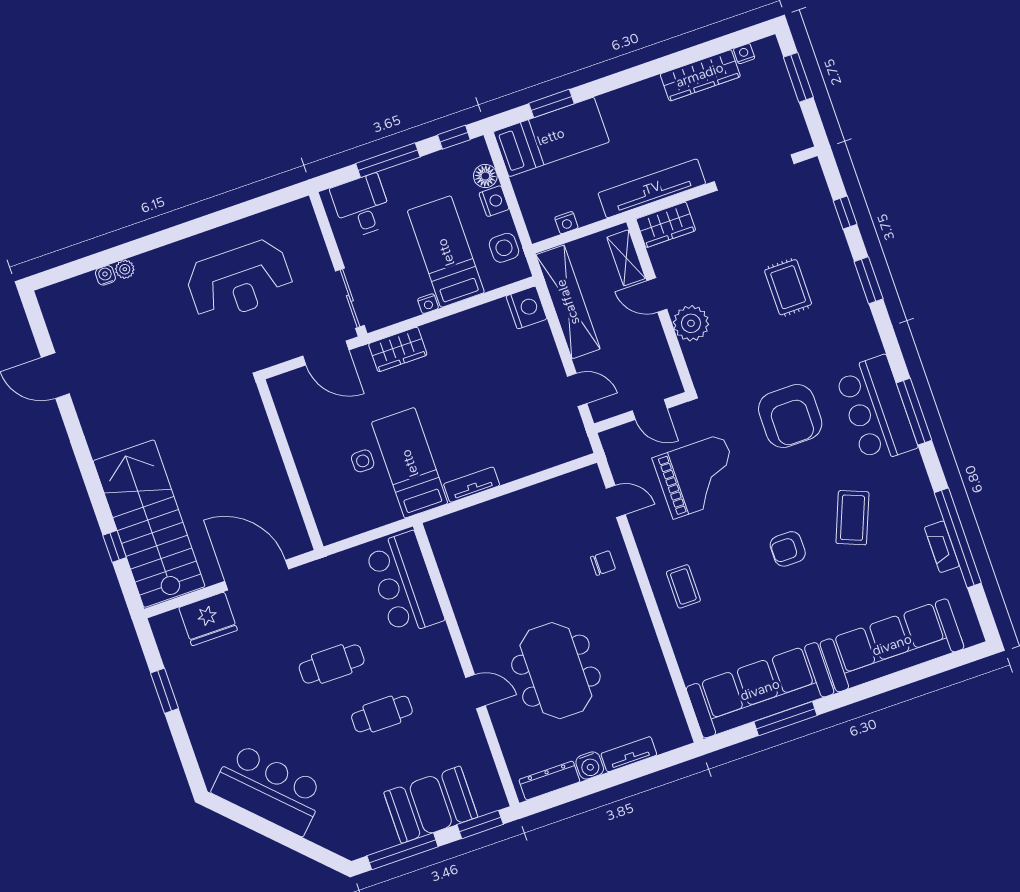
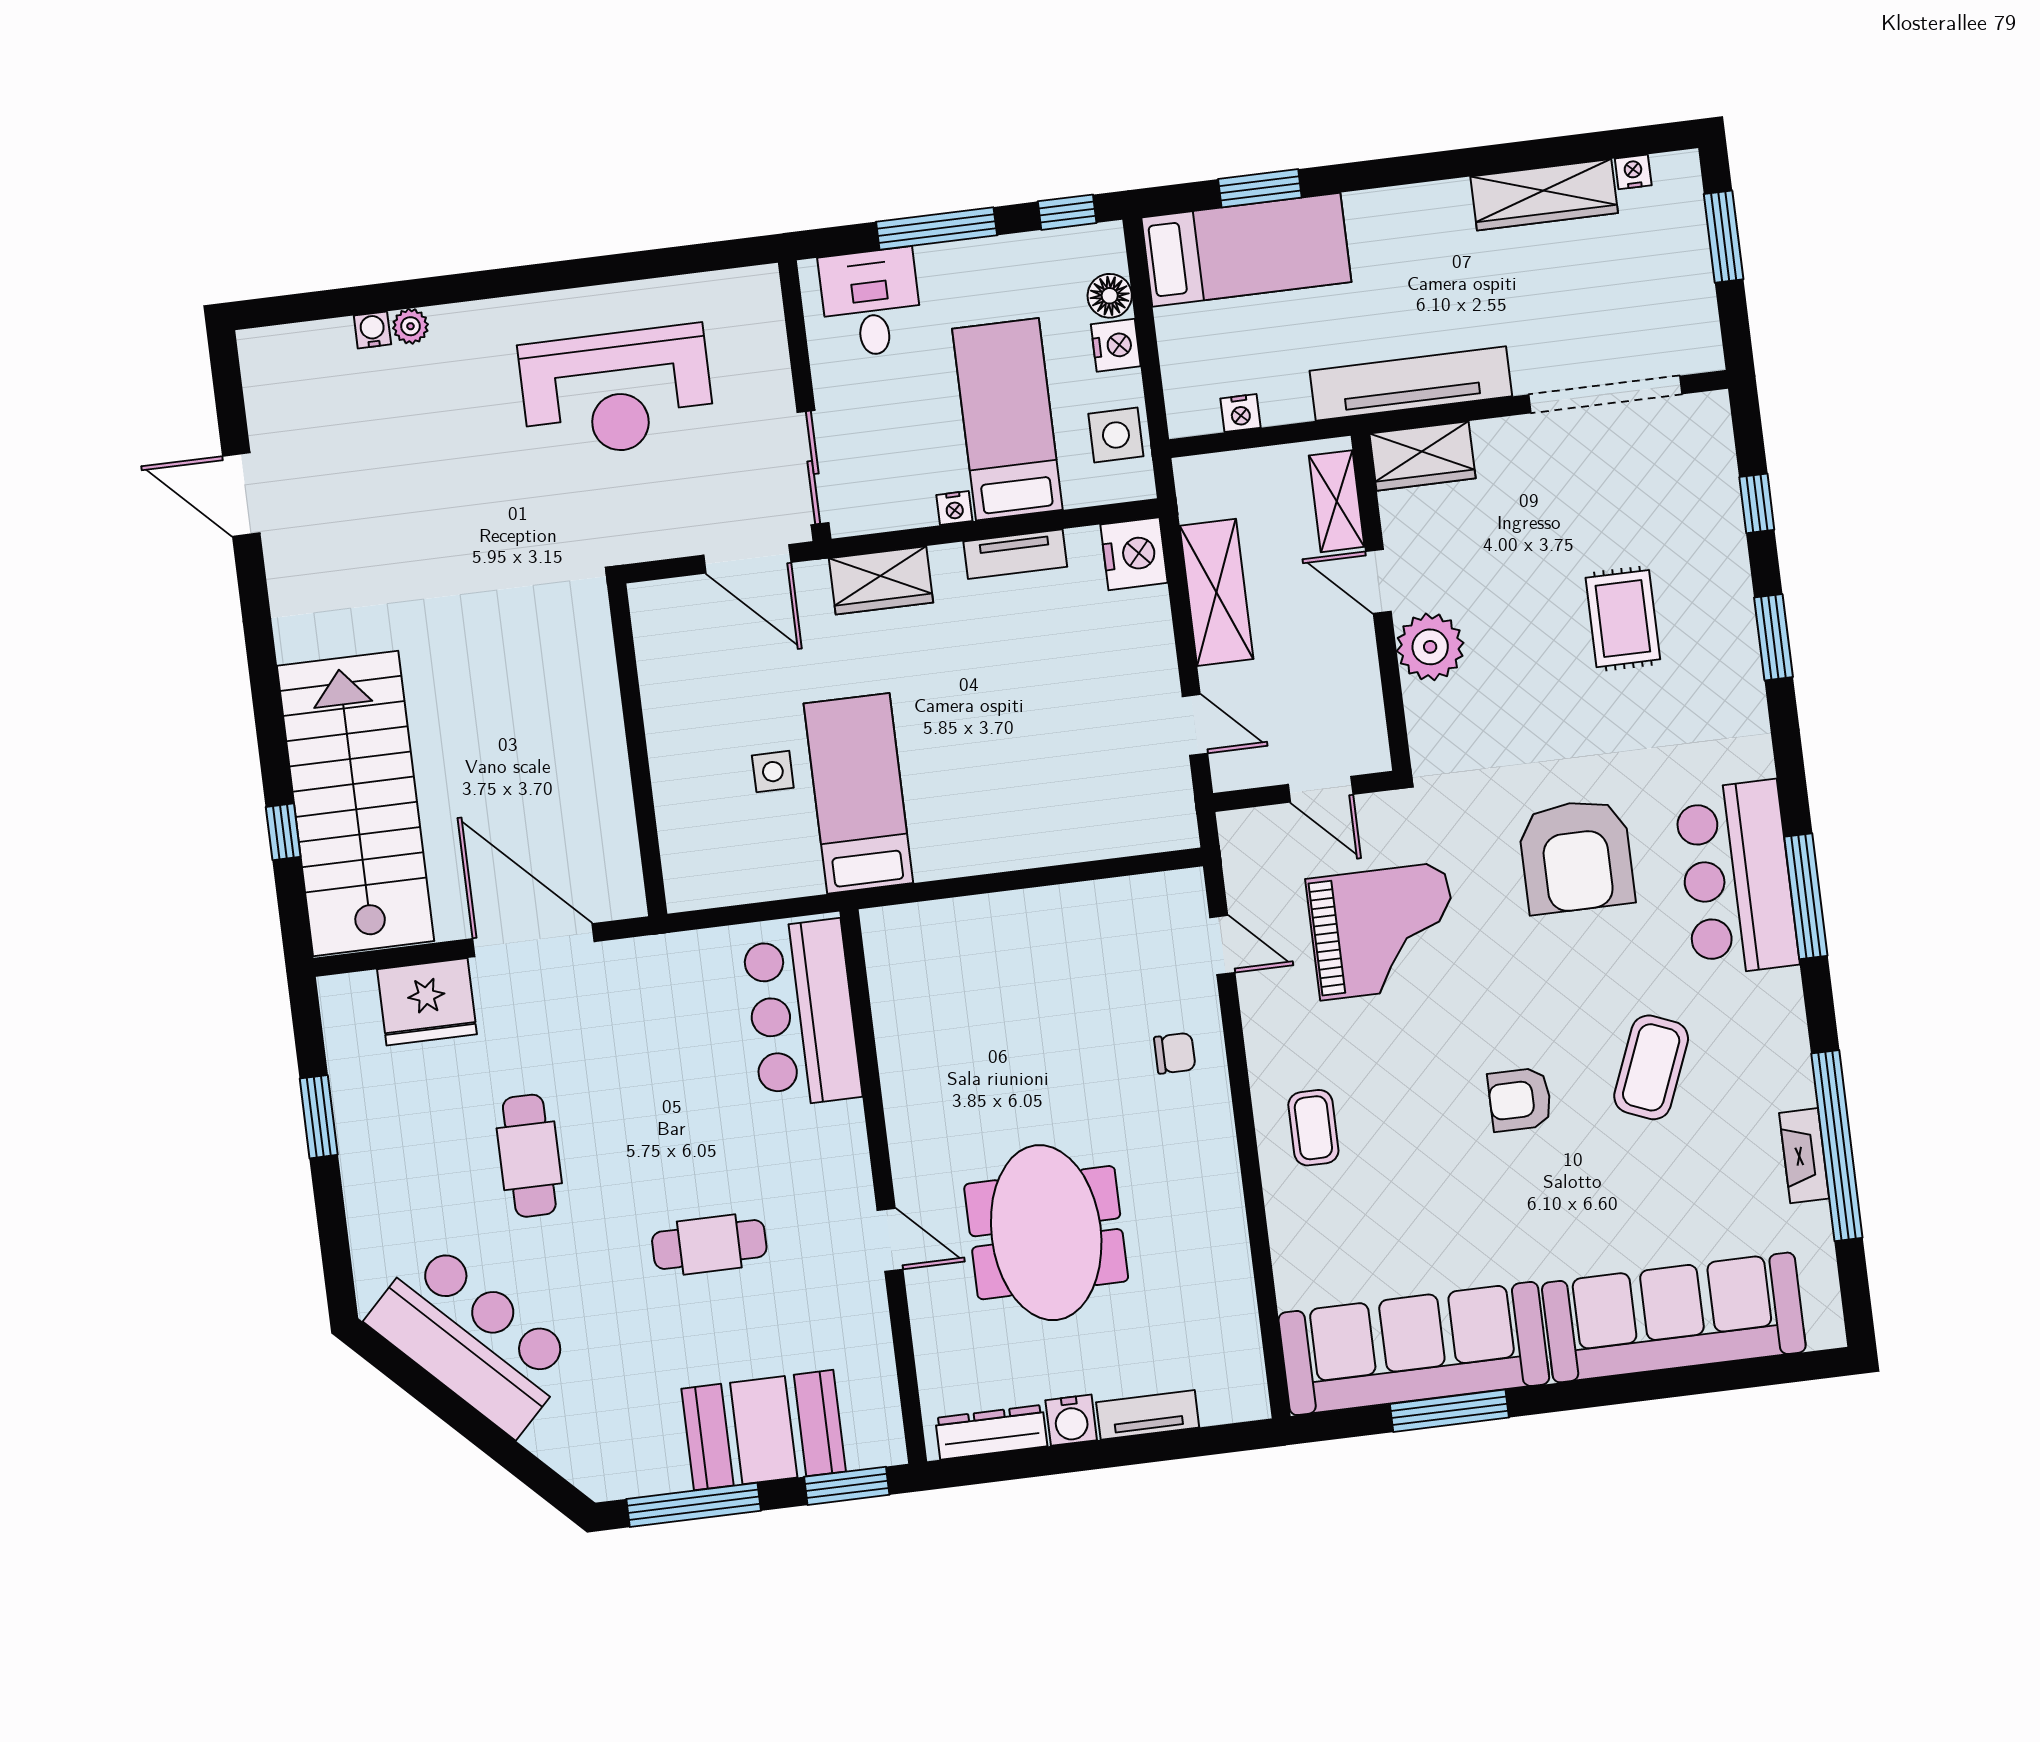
shelving: (568, 302) -> (1217, 592), width x0.68
tv unit: (472, 485) -> (1015, 554), moved, turned 180
cafe table: (332, 664) -> (529, 1156), moved, turned 90

